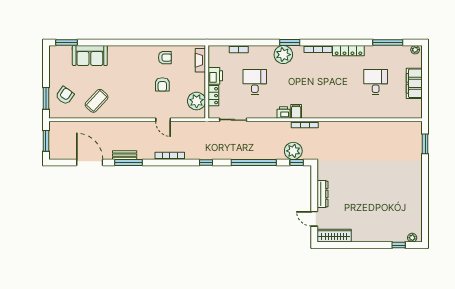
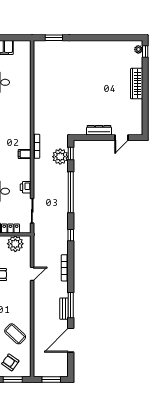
printer: (284, 113) -> (26, 187), moved
wardrobe: (334, 236) -> (137, 84), moved
window: (399, 245) -> (145, 52), moved

